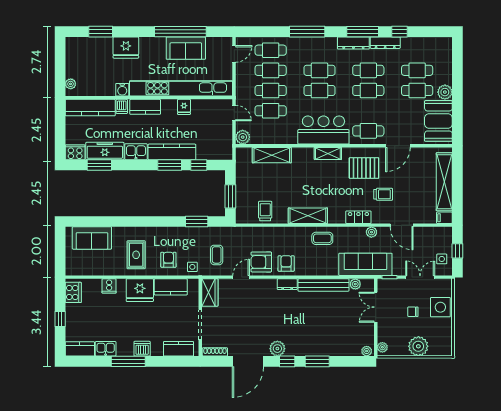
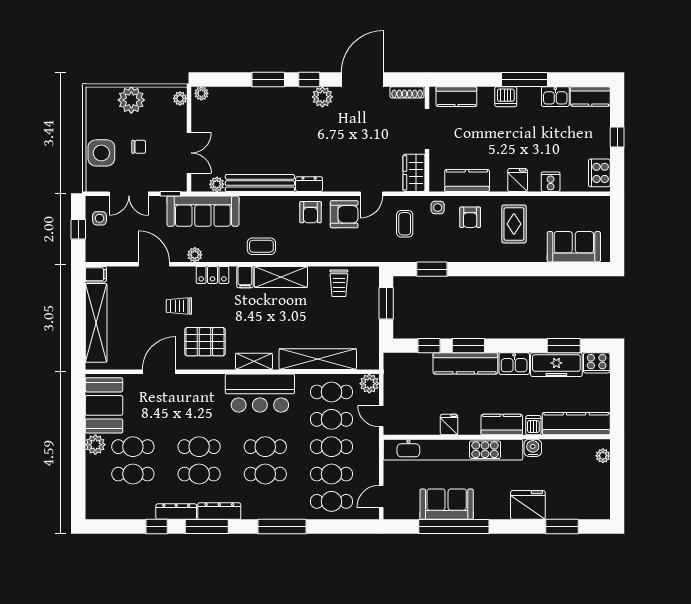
cafe table: (368, 131) -> (331, 392), moved
shelving: (272, 155) -> (318, 359), width x1.47
filing cabinet: (334, 216) -> (245, 277), added
fridge: (140, 290) -> (518, 180), width x0.53, depth x0.75

